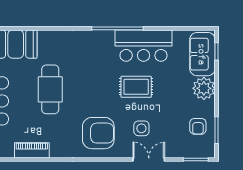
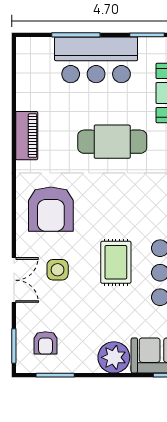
armchair: (198, 126) -> (45, 343), moved, turned -90
piano: (32, 150) -> (27, 136), moved

